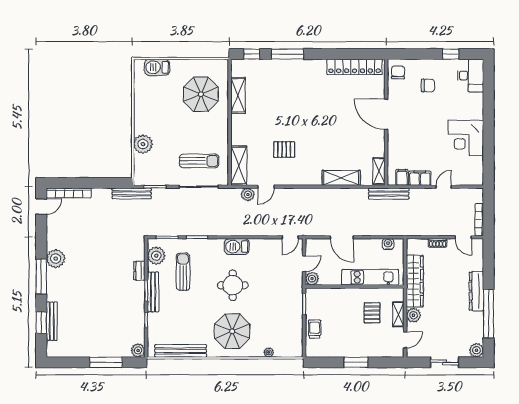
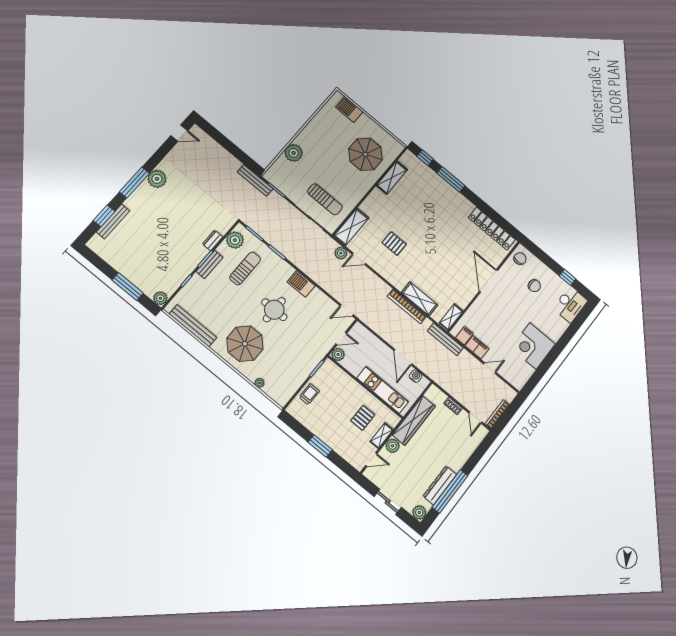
bookcase: (69, 193) -> (407, 306), moved
door: (342, 237) -> (403, 357), moved
dresser: (476, 291) -> (440, 485), moved
bench: (153, 292) -> (210, 264), width x0.73

